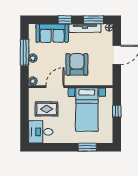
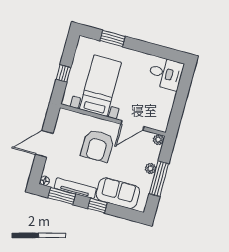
rug: (47, 109) -> (151, 100), removed

